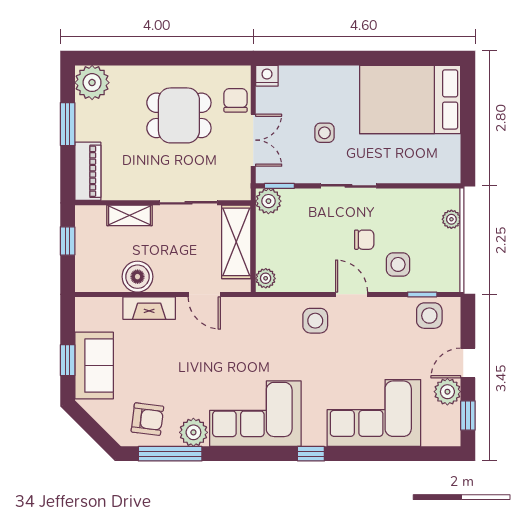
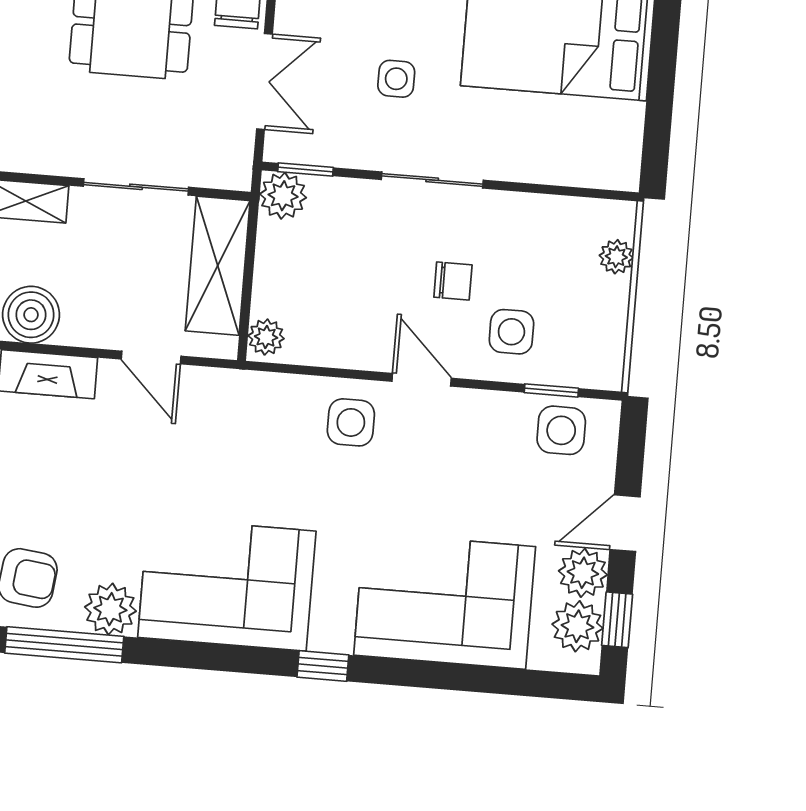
plant: (447, 421) -> (577, 626), added

